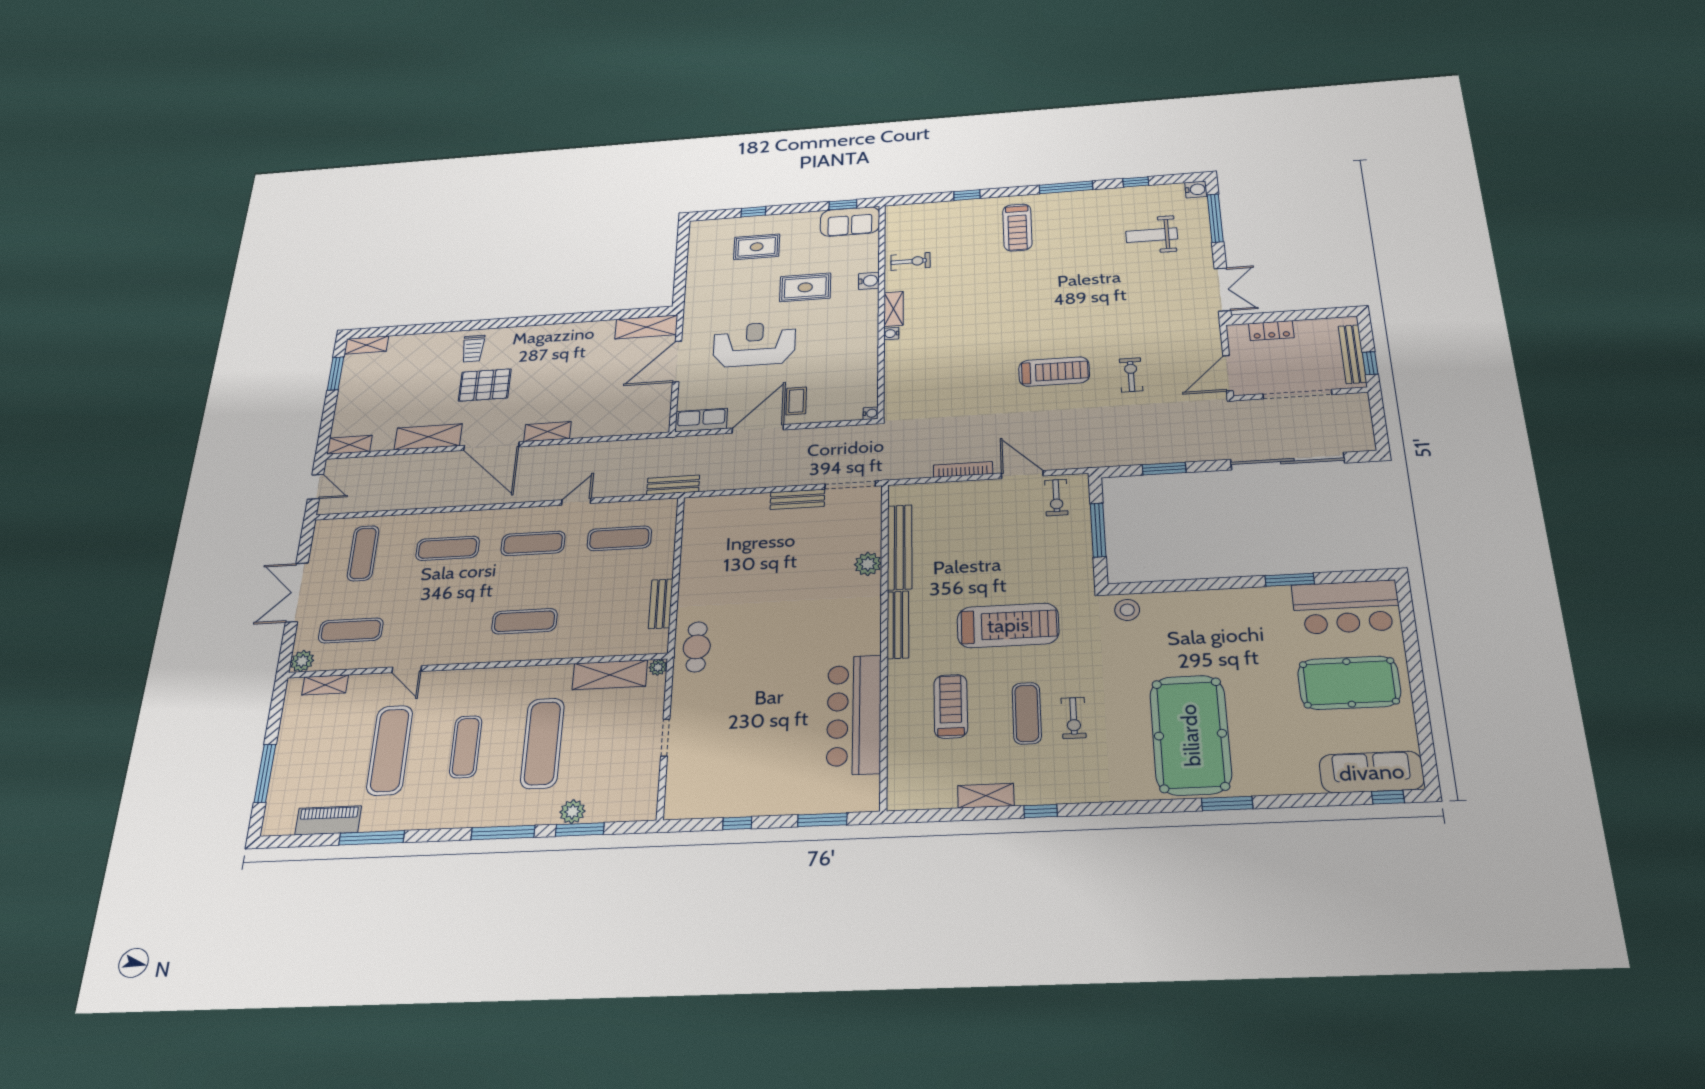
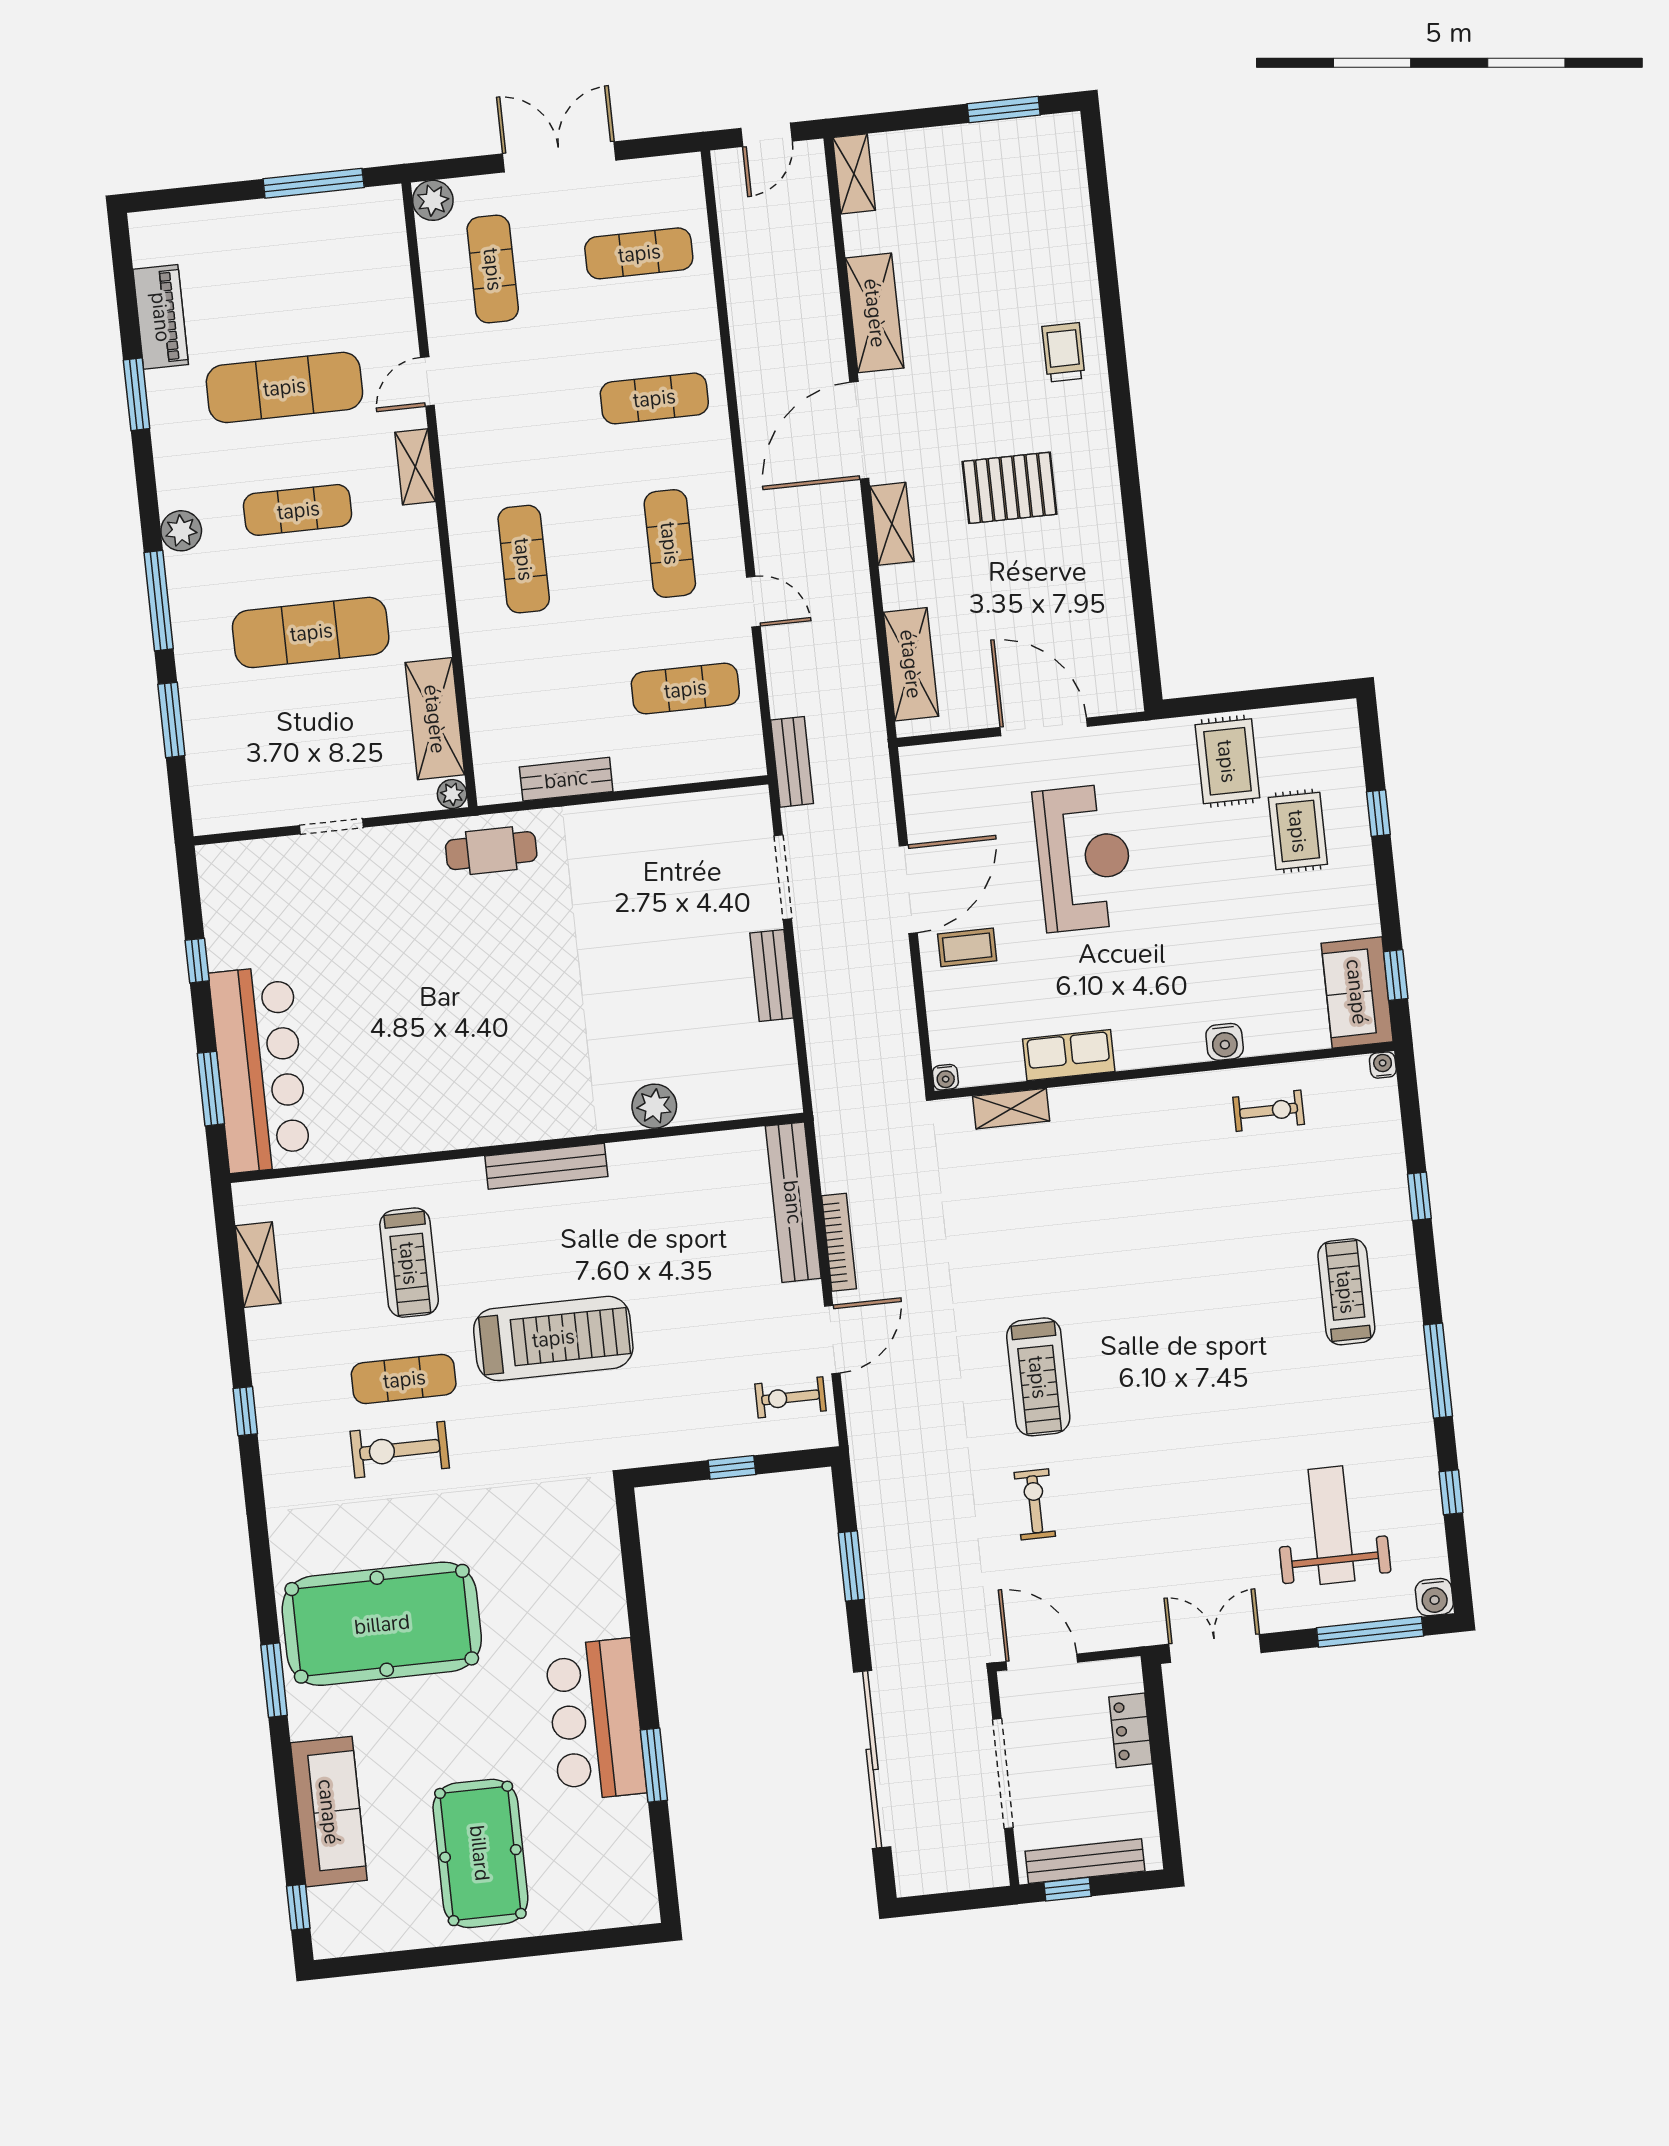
treadmill: (1017, 227) -> (1346, 1292), turned 90
weight bench: (1152, 235) -> (1331, 1525), width x1.36, depth x1.33
exercise bike: (911, 261) -> (1269, 1111), turned -90
rug: (805, 287) -> (1227, 761), moved
double door: (1222, 289) -> (1215, 1648), swing flipped
shelving: (894, 309) -> (1011, 1109), moved
shelving: (646, 327) -> (911, 664), moved
water cooler: (891, 334) -> (1383, 1065), moved
shelving: (366, 345) -> (1067, 151), removed
trolley: (473, 349) -> (1063, 352), turned 90
exercise bike: (1131, 375) -> (1035, 1504), turned -90
pallet: (485, 385) -> (1009, 488), moved, turned 90
row of seats: (701, 420) -> (1069, 1055), moved, turned -90
door: (758, 429) -> (908, 889), hinge flipped
doorway: (850, 485) -> (783, 877), moved
window: (1098, 530) -> (732, 1467), width x0.46
exercise mat: (619, 538) -> (685, 689), turned 90
bench: (900, 547) -> (793, 1202), moved, turned 90
exercise mat: (448, 548) -> (654, 398), turned 90
bar counter: (1346, 607) -> (596, 1720), moved
stool: (1127, 610) -> (589, 1520), removed
treadmill: (1008, 625) -> (553, 1338), turned -90
shelving: (325, 685) -> (415, 467), moved
treadmill: (951, 706) -> (409, 1263), turned 90
bar counter: (854, 715) -> (260, 1069), moved, turned 90
exercise bike: (1074, 718) -> (400, 1450), width x1.38, depth x1.39
sofa: (1372, 772) -> (329, 1812), moved
window: (265, 773) -> (314, 183), moved
shelving: (986, 796) -> (258, 1265), moved
plant: (572, 812) -> (181, 531), moved
window: (372, 838) -> (137, 394), width x0.69

